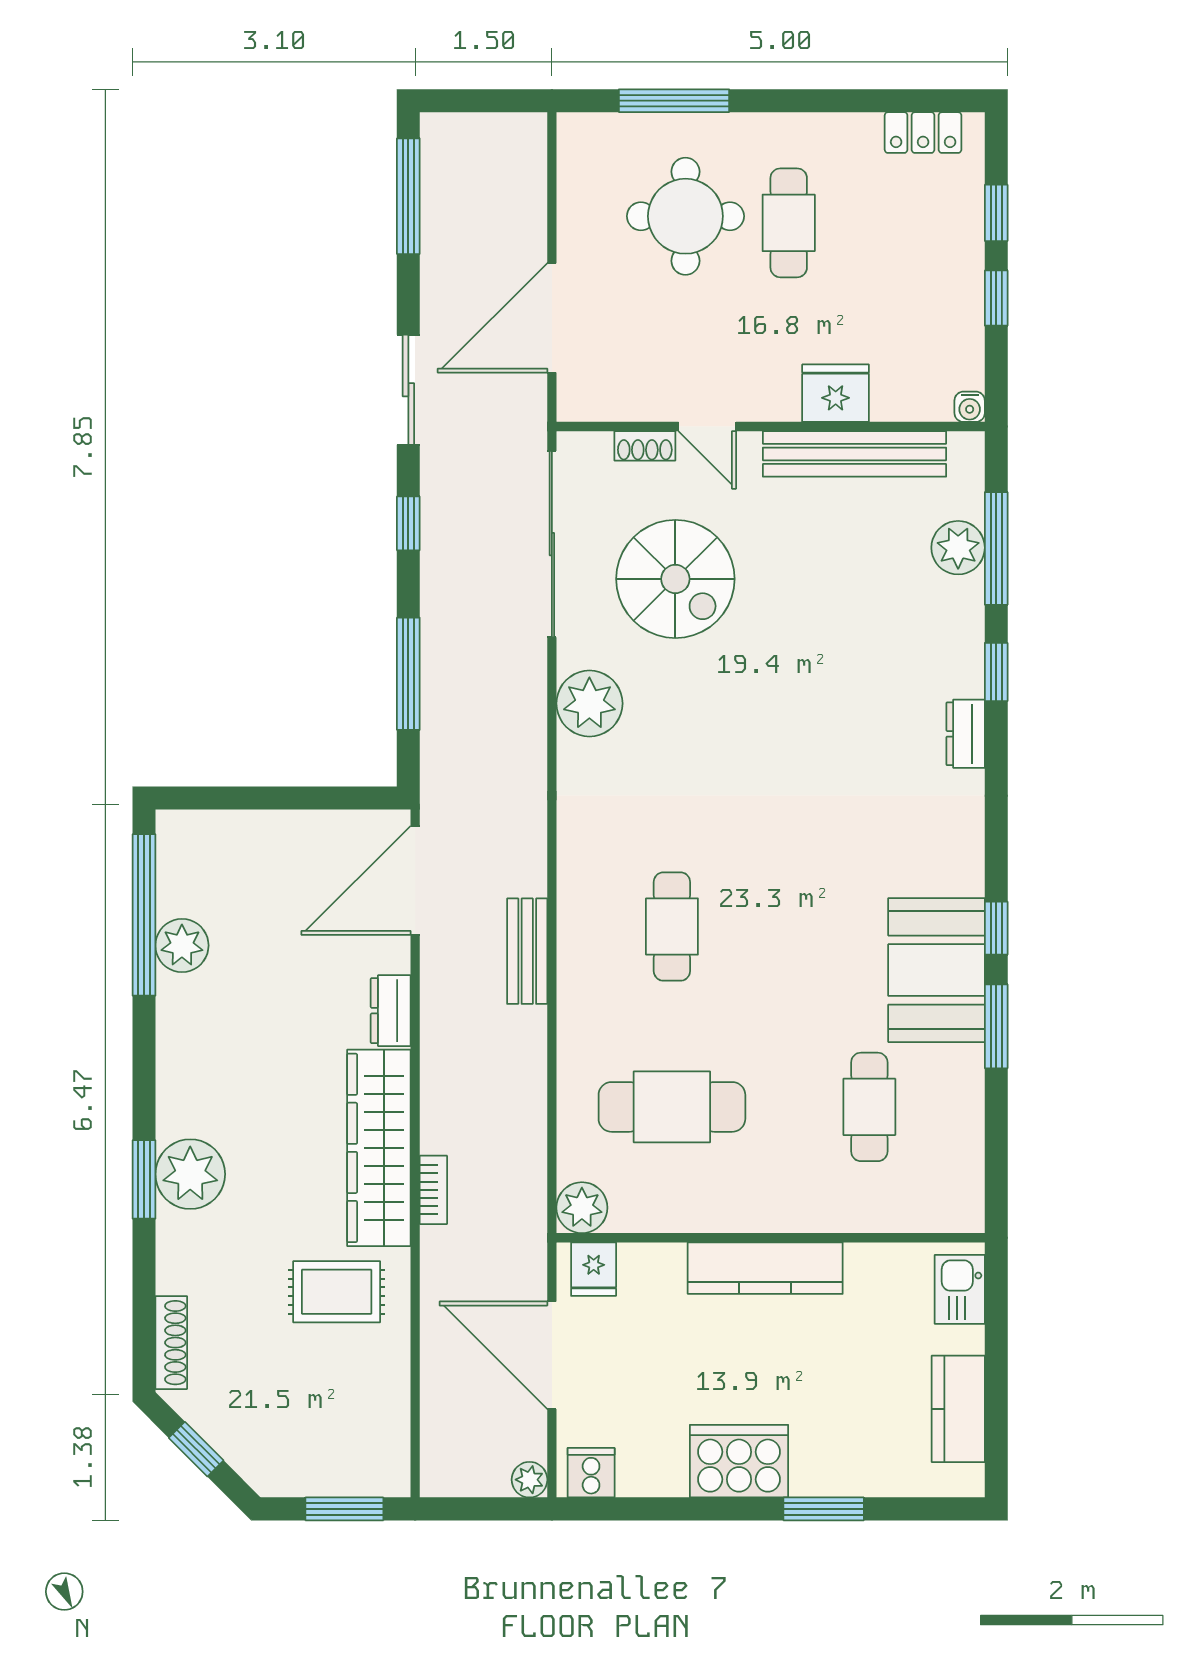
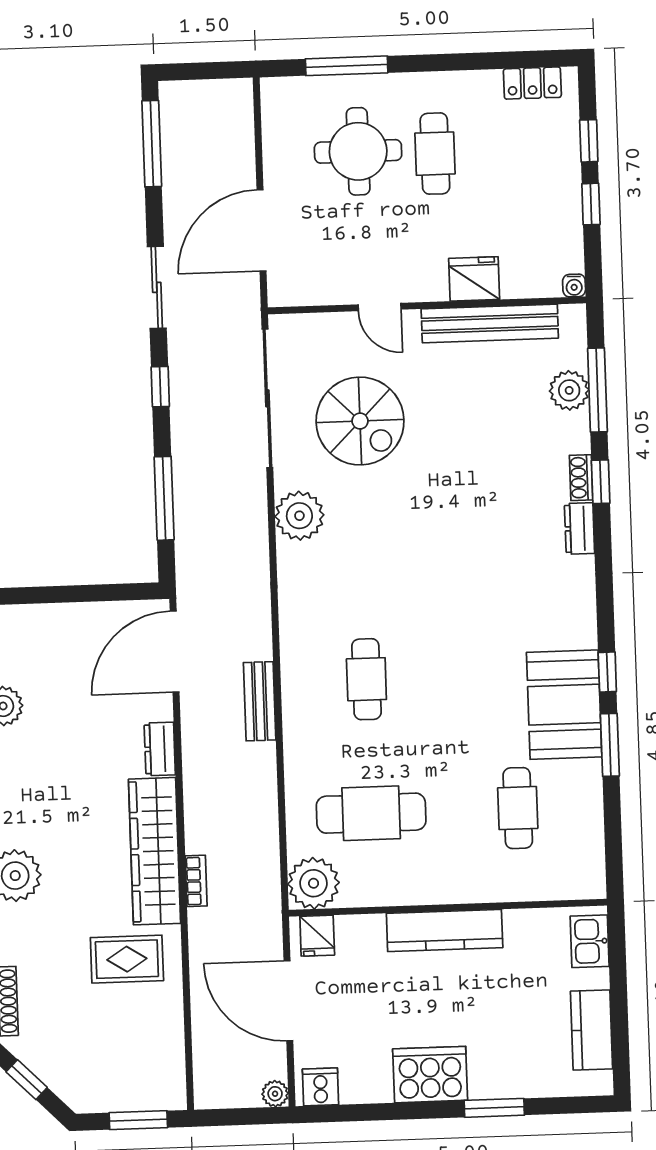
shoe rack: (645, 446) -> (581, 478), moved, turned 90
plant: (582, 1208) -> (314, 883), width x1.36, depth x1.36

